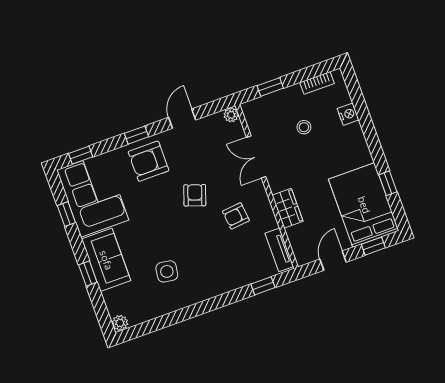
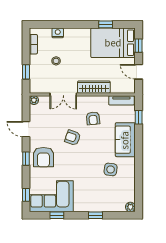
wardrobe: (288, 208) -> (94, 87), width x1.50
sofa: (106, 260) -> (125, 140), moved, turned -90

